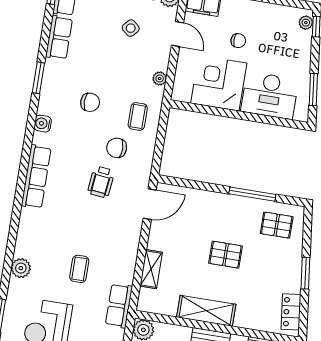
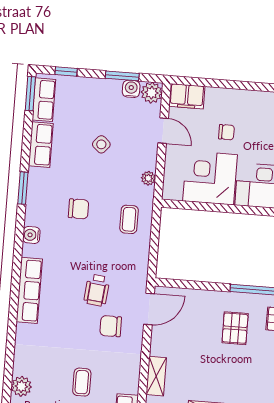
side table: (131, 28) -> (101, 144), moved
chair: (117, 148) -> (111, 326), moved
pallet: (226, 255) -> (235, 328), moved, turned 90

